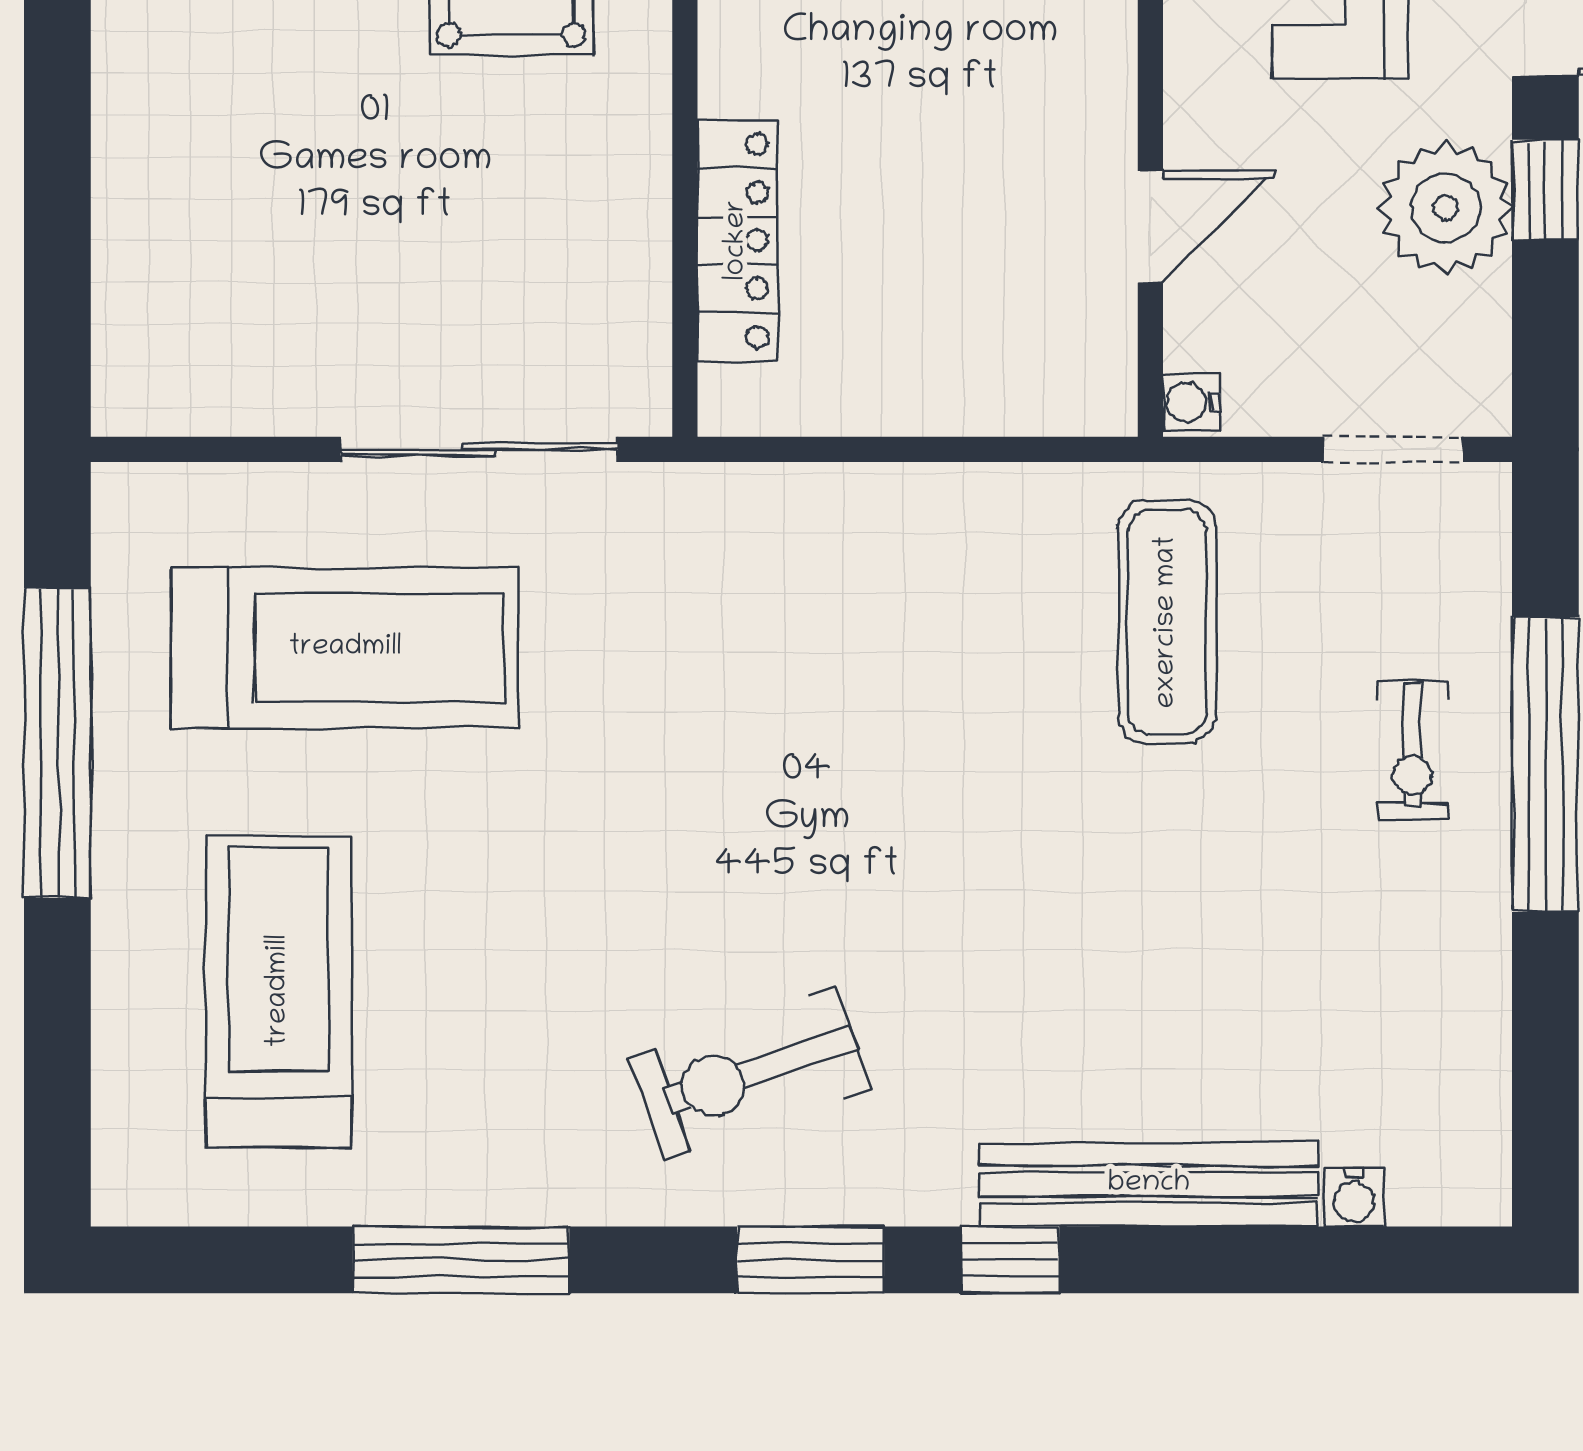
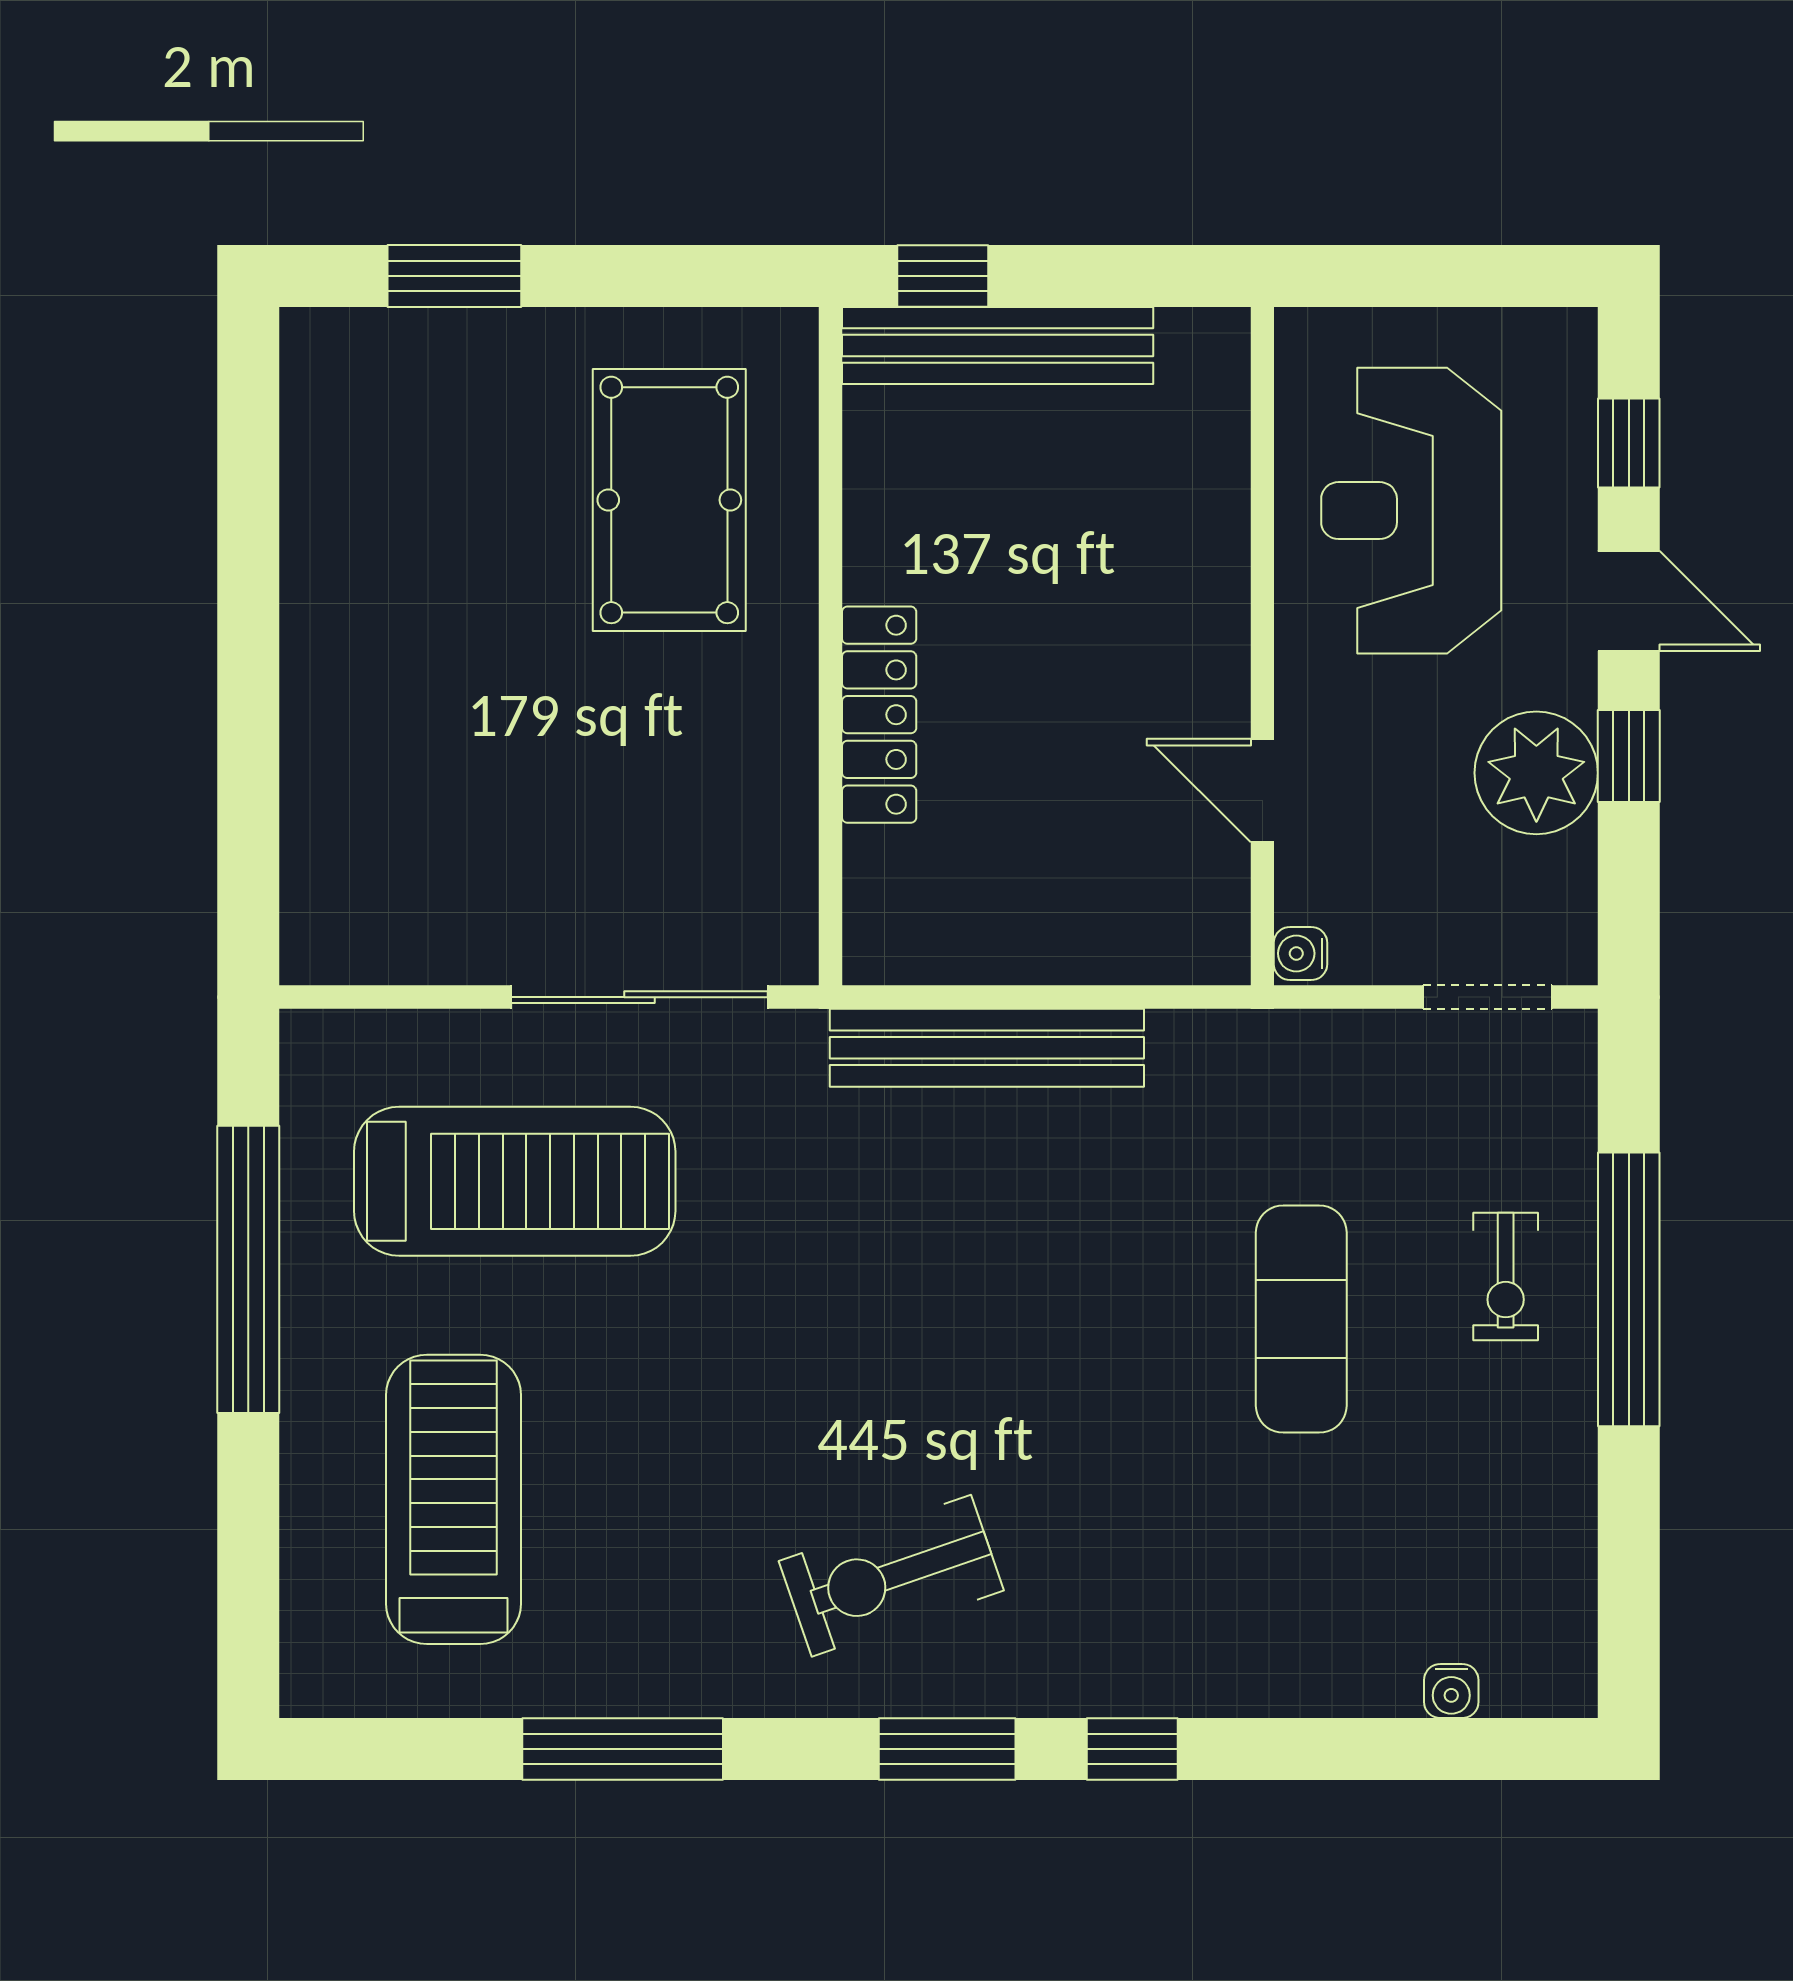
door: (1150, 227) -> (1262, 791), swing flipped
locker: (737, 240) -> (879, 715), moved
exercise mat: (1167, 622) -> (1301, 1319), moved
bench: (1149, 1184) -> (987, 1048), moved

